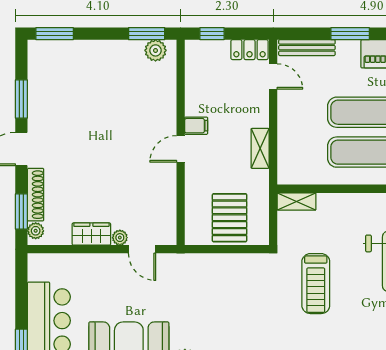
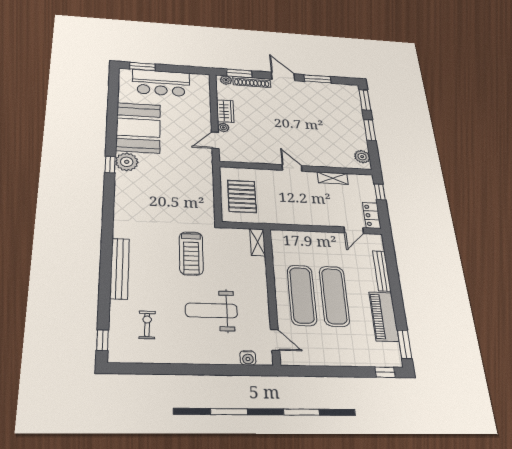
window: (147, 34) -> (370, 130), moved
window: (350, 34) -> (395, 285), removed
bench: (307, 48) -> (382, 271), moved
filing cabinet: (196, 126) -> (310, 178), removed
shelving: (260, 148) -> (333, 178), moved
pallet: (230, 218) -> (242, 196), turned 90
treadmill: (316, 284) -> (191, 253), turned -90

